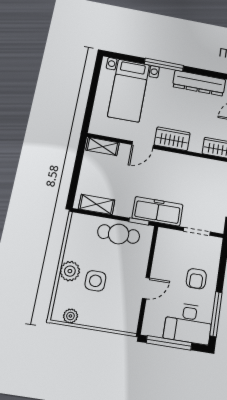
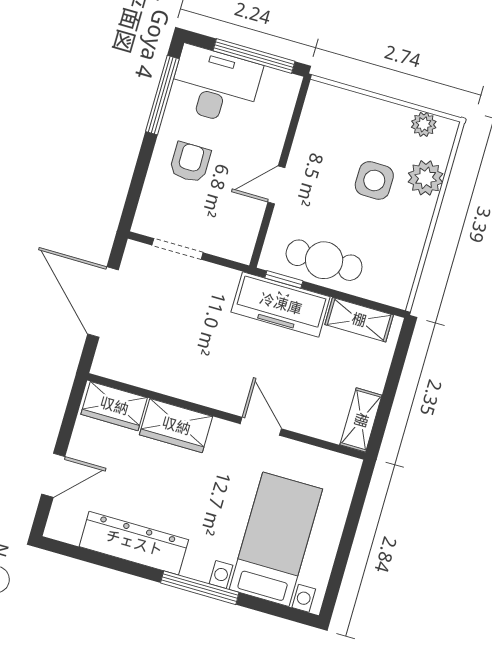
wardrobe: (172, 139) -> (176, 426), moved
door: (143, 145) -> (261, 426), hinge flipped
shelving: (103, 146) -> (361, 420), moved, turned 90
freezer: (158, 211) -> (281, 304), moved
plant: (70, 271) -> (426, 178), moved
door: (146, 288) -> (276, 185), moved

